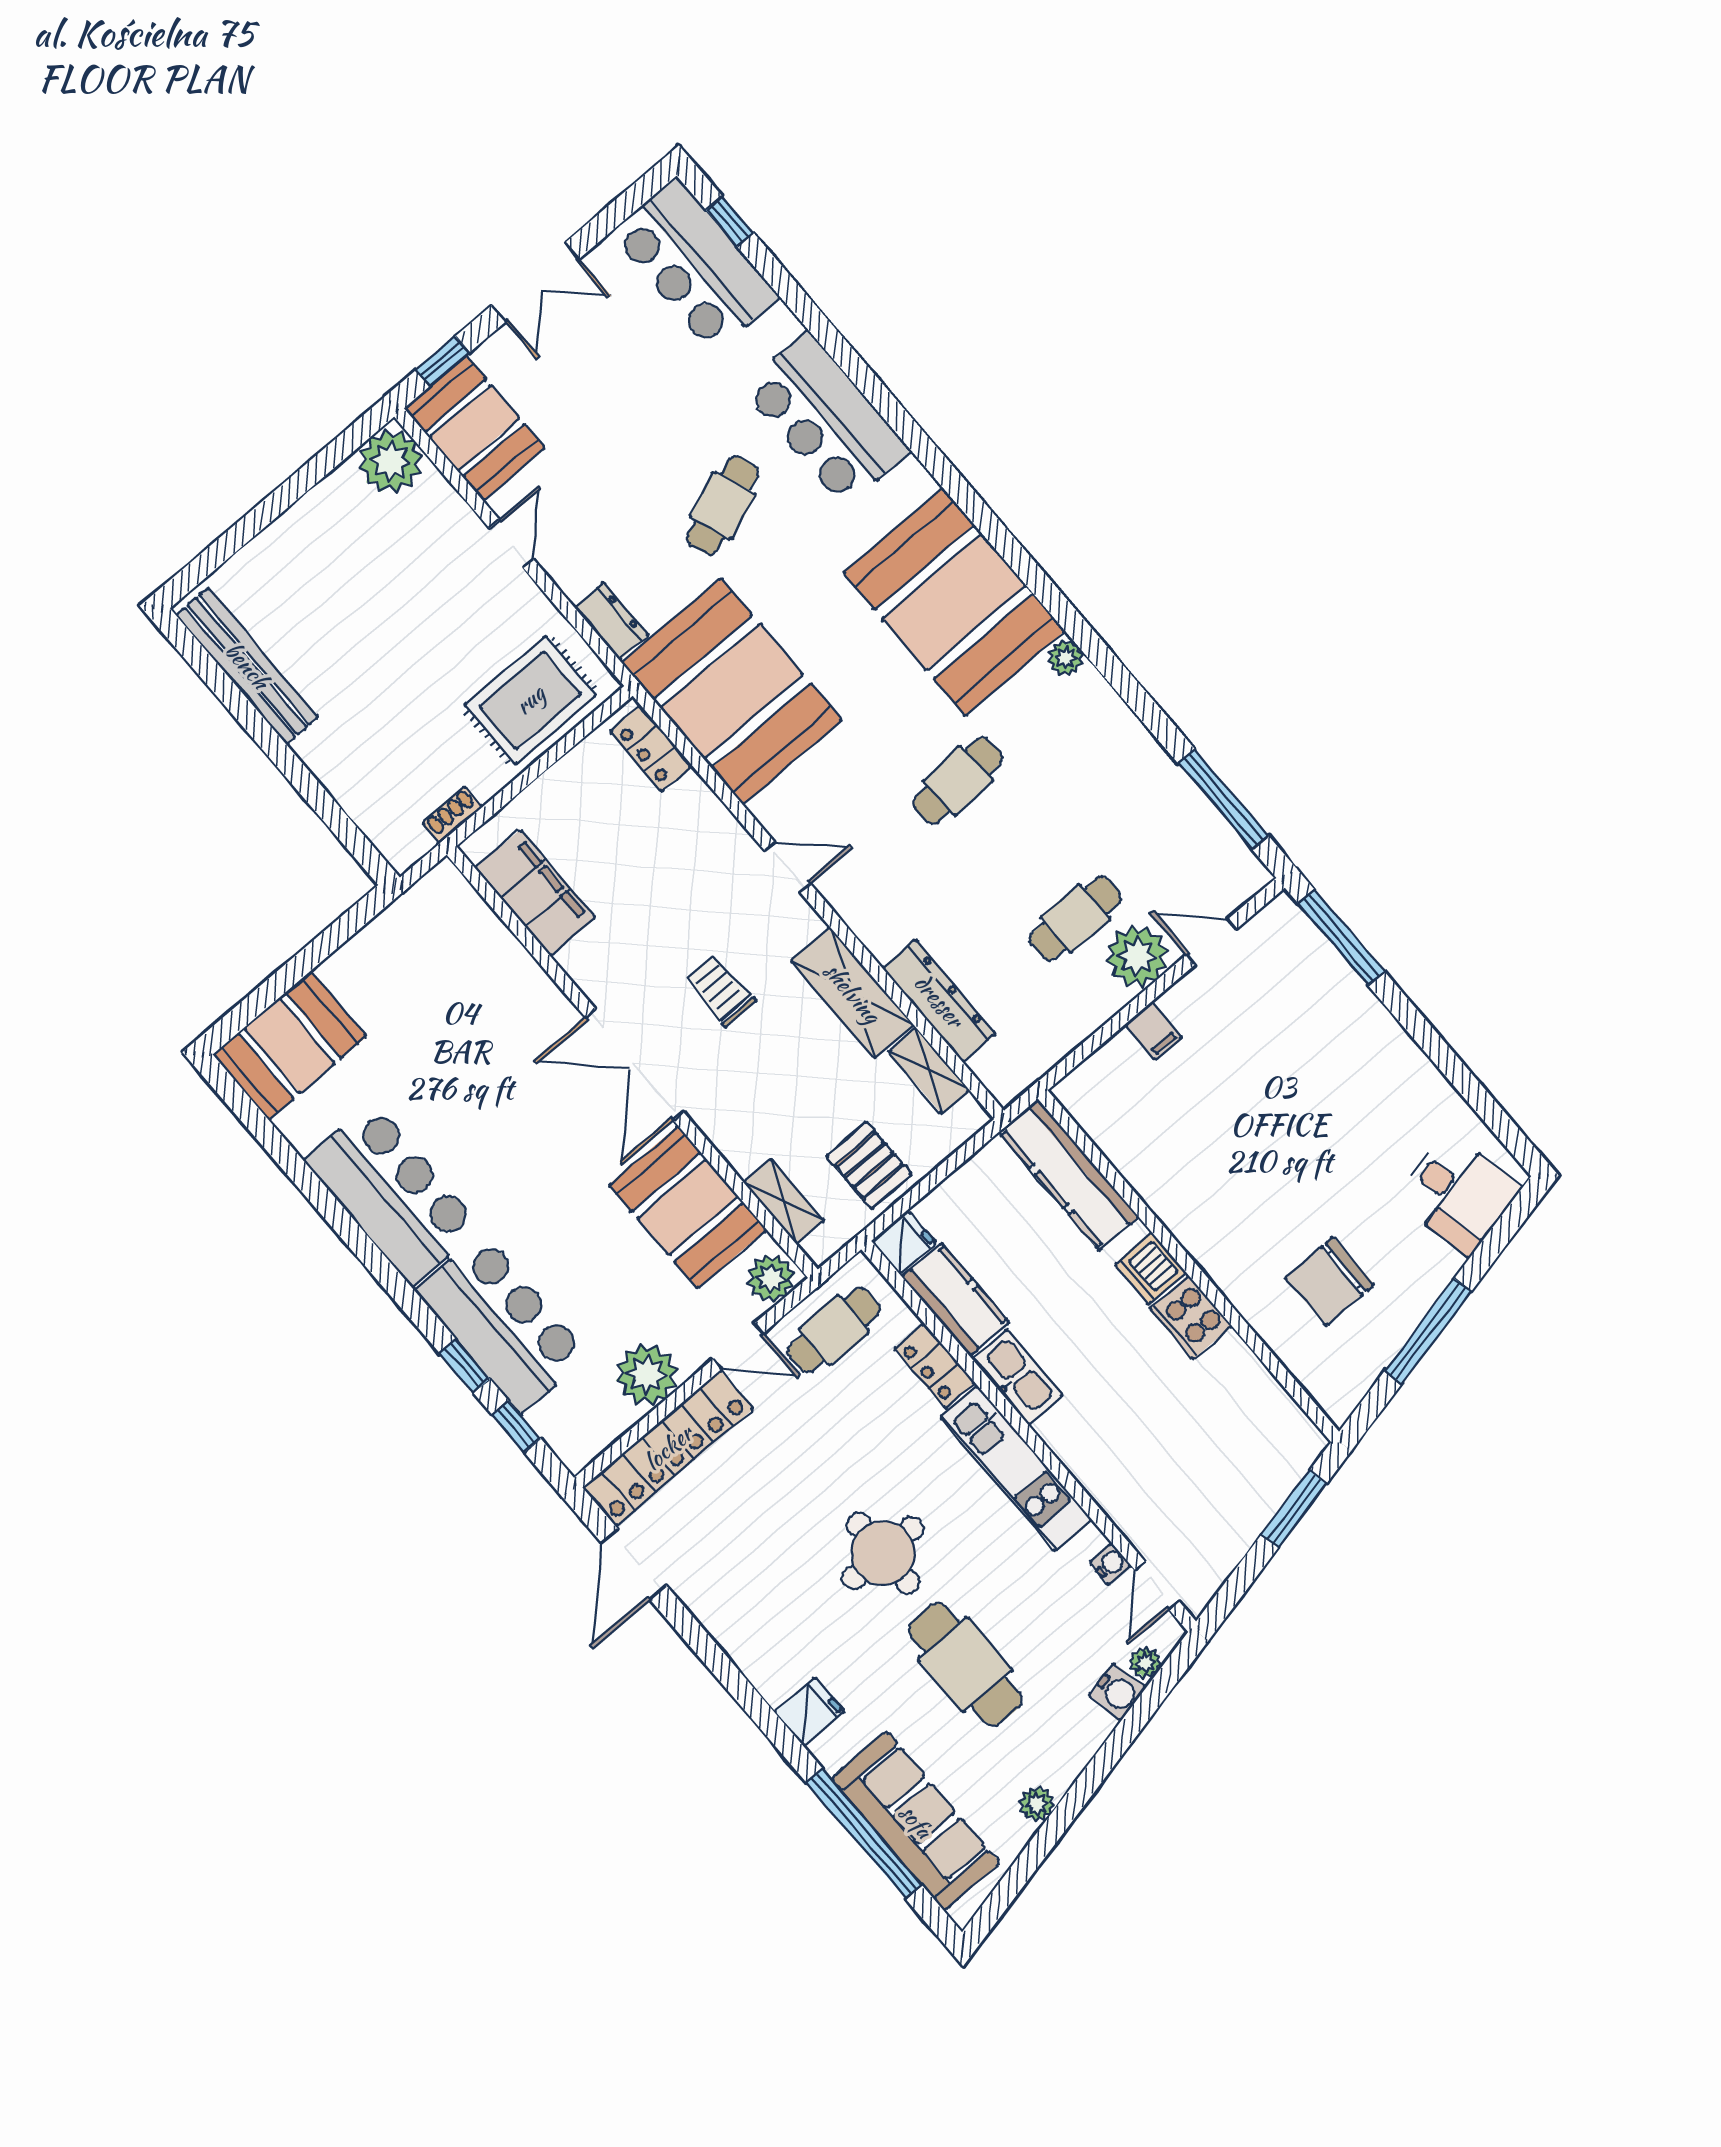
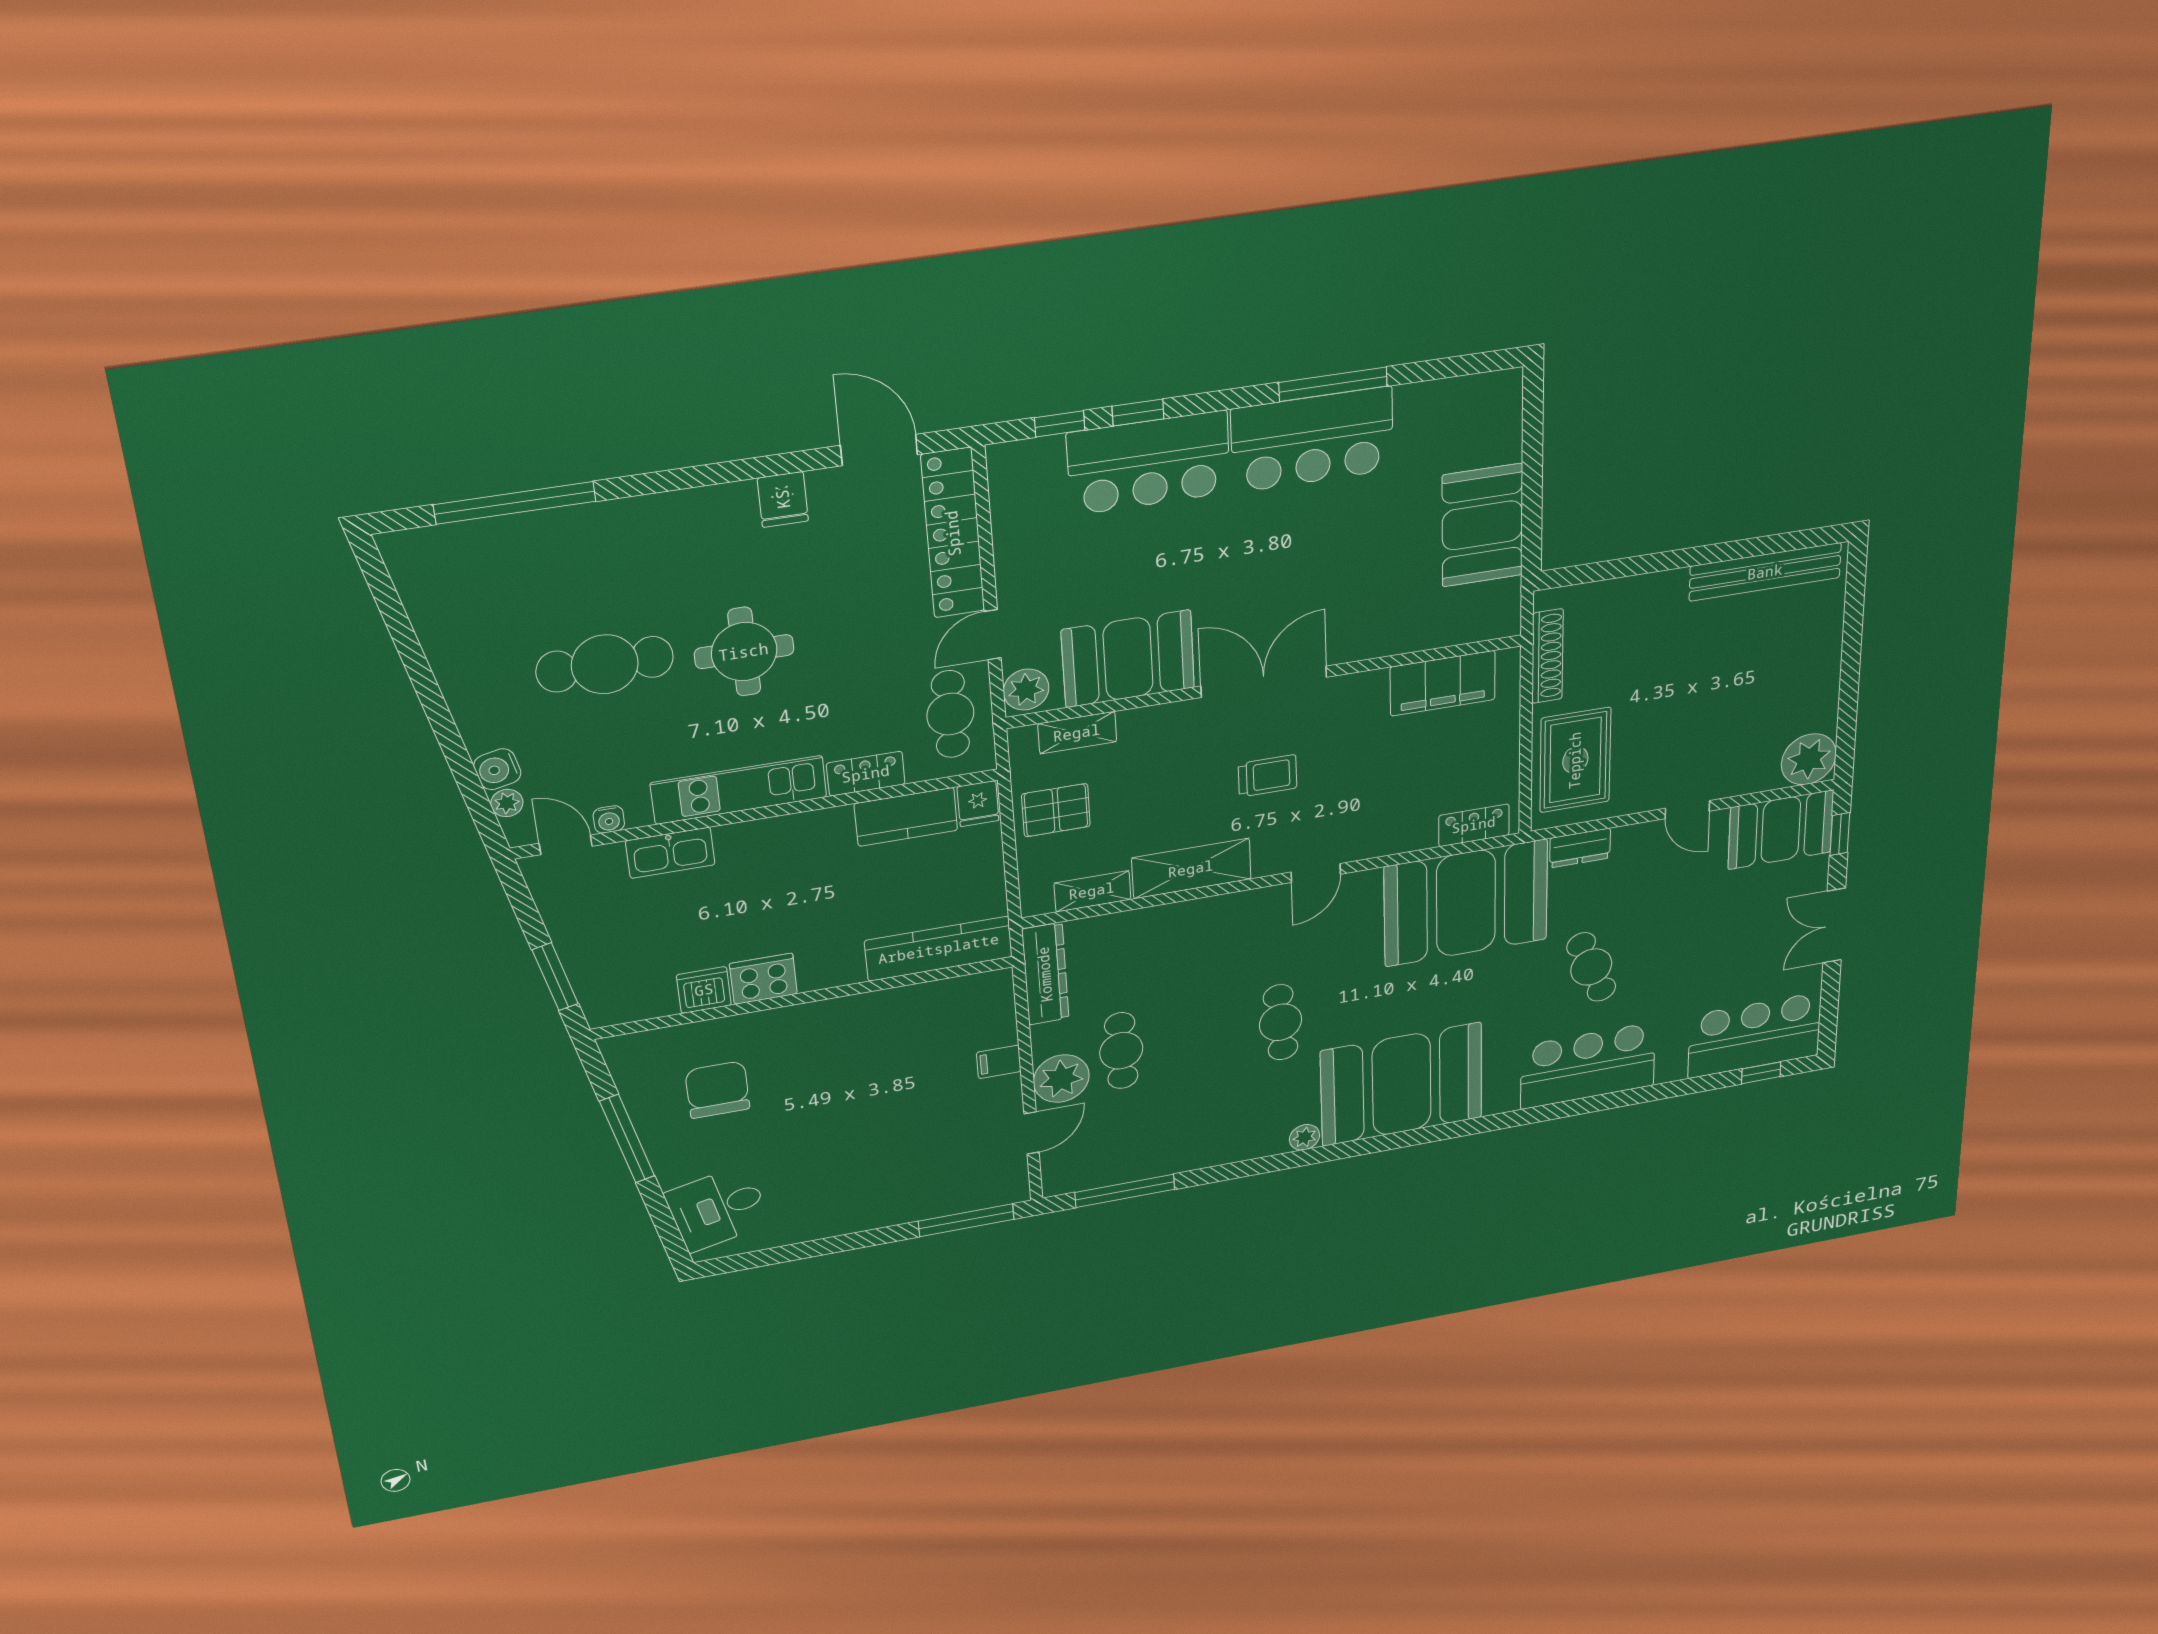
shoe rack: (453, 815) -> (1547, 656), width x1.94, depth x1.24
dresser: (939, 1001) -> (1045, 974), moved, turned -90
booth: (289, 1046) -> (1482, 525), moved
window: (334, 1213) -> (1333, 384), added
dishwasher: (1151, 1268) -> (704, 990), moved
plant: (647, 1375) -> (1023, 551), removed
kitchen sink: (1017, 1377) -> (670, 853), moved
fridge: (809, 1712) -> (783, 499), moved
plant: (1037, 1804) -> (444, 656), removed
sofa: (916, 1821) -> (497, 551), removed

